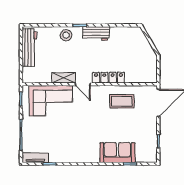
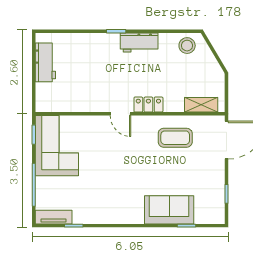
stool: (66, 35) -> (187, 46), moved
workbench: (29, 48) -> (45, 62), width x0.73
shelving: (64, 78) -> (201, 105), moved
locker: (108, 78) -> (148, 105), width x0.66
corner sofa: (51, 101) -> (57, 146), moved, turned -90

